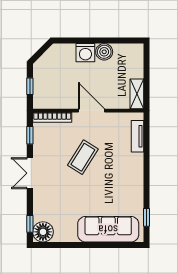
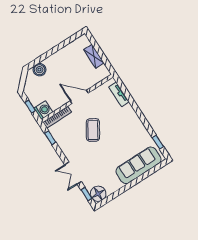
boiler: (104, 52) -> (40, 70), moved
washing machine: (85, 53) -> (43, 110), moved, turned -90
shelving: (137, 94) -> (94, 56), moved
double door: (30, 173) -> (73, 173), moved

